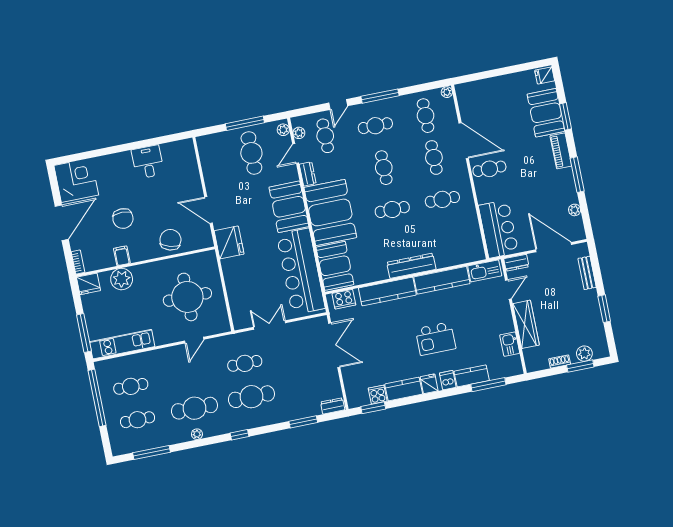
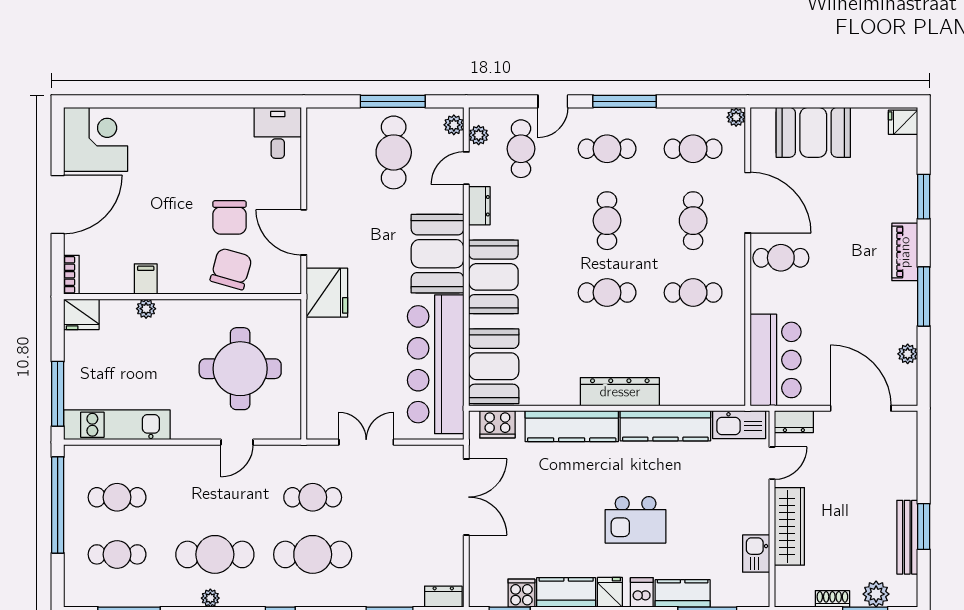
booth: (546, 113) -> (813, 132), moved, turned 90
cafe table: (425, 116) -> (693, 149), turned 90
desk: (148, 162) -> (278, 133), moved
booth: (330, 212) -> (493, 277), width x0.73, depth x0.70
chair: (123, 219) -> (230, 217), moved
bench: (587, 273) -> (907, 537), moved, width x1.36
plant: (122, 279) -> (146, 309), width x0.53, depth x0.53

